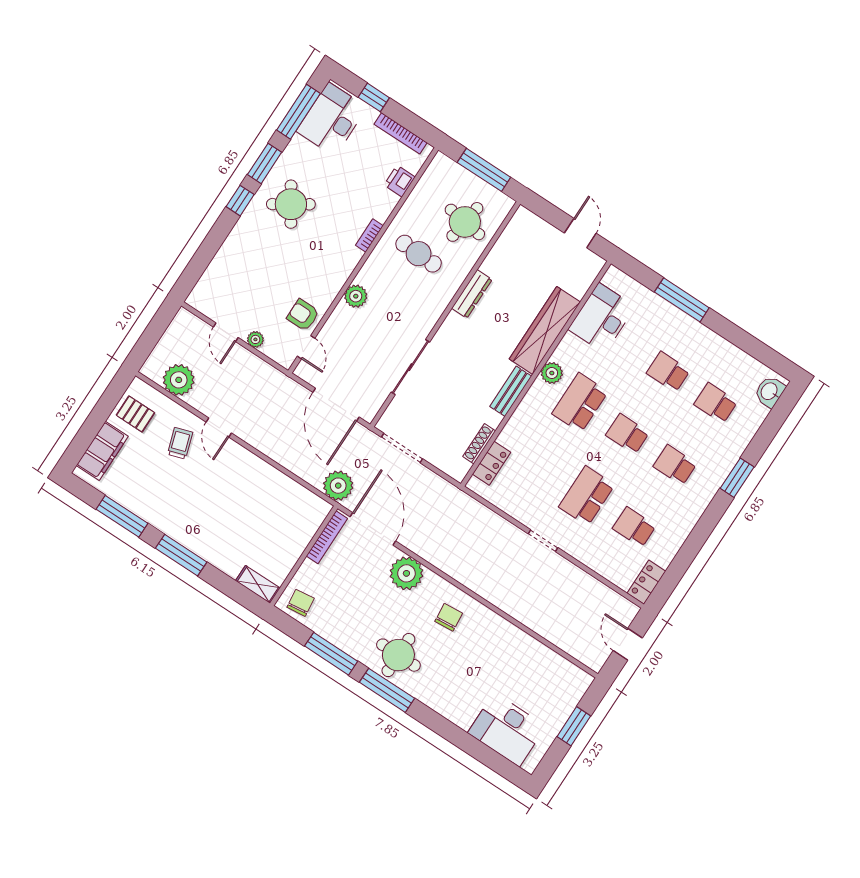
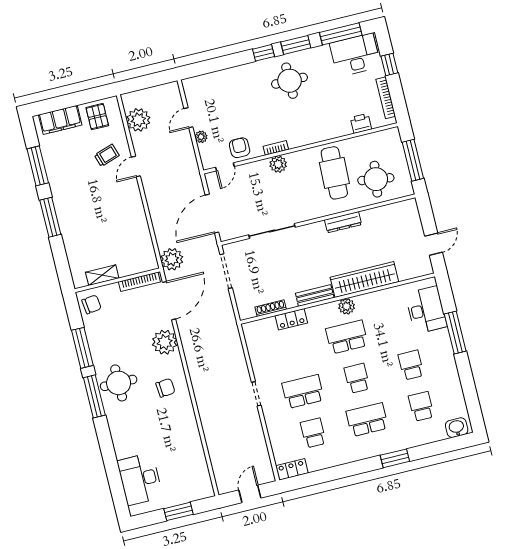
round table: (291, 204) -> (290, 81), turned 33
bookcase: (369, 236) -> (276, 148), moved
cafe table: (419, 254) -> (334, 173), width x1.37, depth x1.35
desk: (602, 318) -> (426, 310), moved, turned 90
locker: (492, 463) -> (291, 319), moved
school desk: (675, 465) -> (367, 420), width x1.85
shelving: (258, 584) -> (102, 275), moved, turned 90

